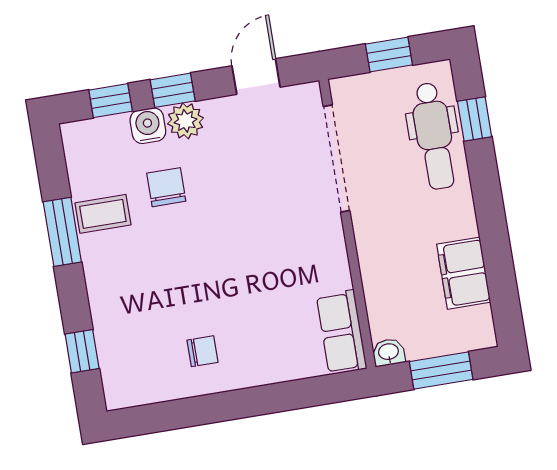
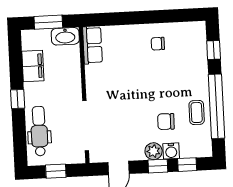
window: (475, 119) -> (18, 99), moved
chair: (166, 187) -> (166, 122), turned 91
coffee table: (103, 214) -> (197, 113), turned 90
window: (62, 232) -> (216, 106), width x2.11
washbasin: (389, 352) -> (65, 36), width x1.91, depth x1.45

